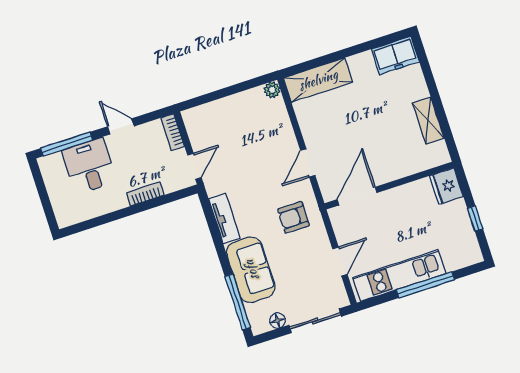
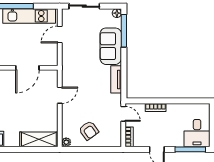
desk: (89, 166) -> (197, 133), moved
door: (194, 166) -> (123, 114), swing flipped
door: (357, 196) -> (27, 68), moved
armchair: (293, 217) -> (89, 130), moved, turned 54
floor lamp: (277, 321) -> (117, 13), moved

